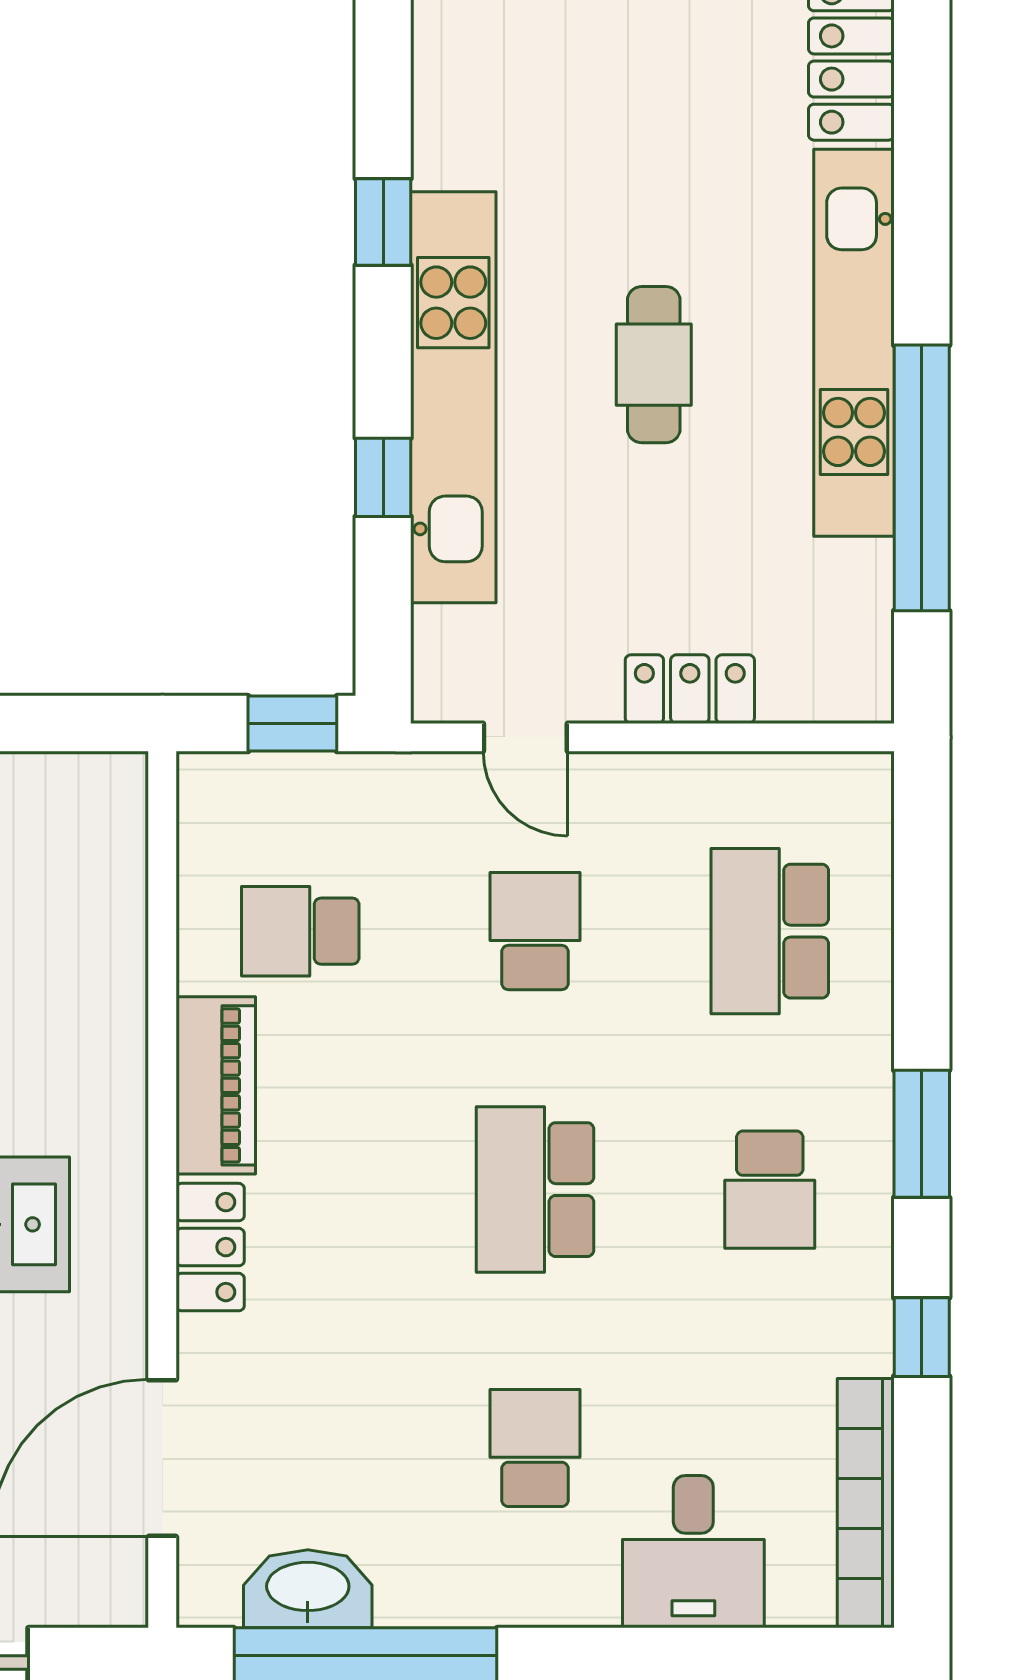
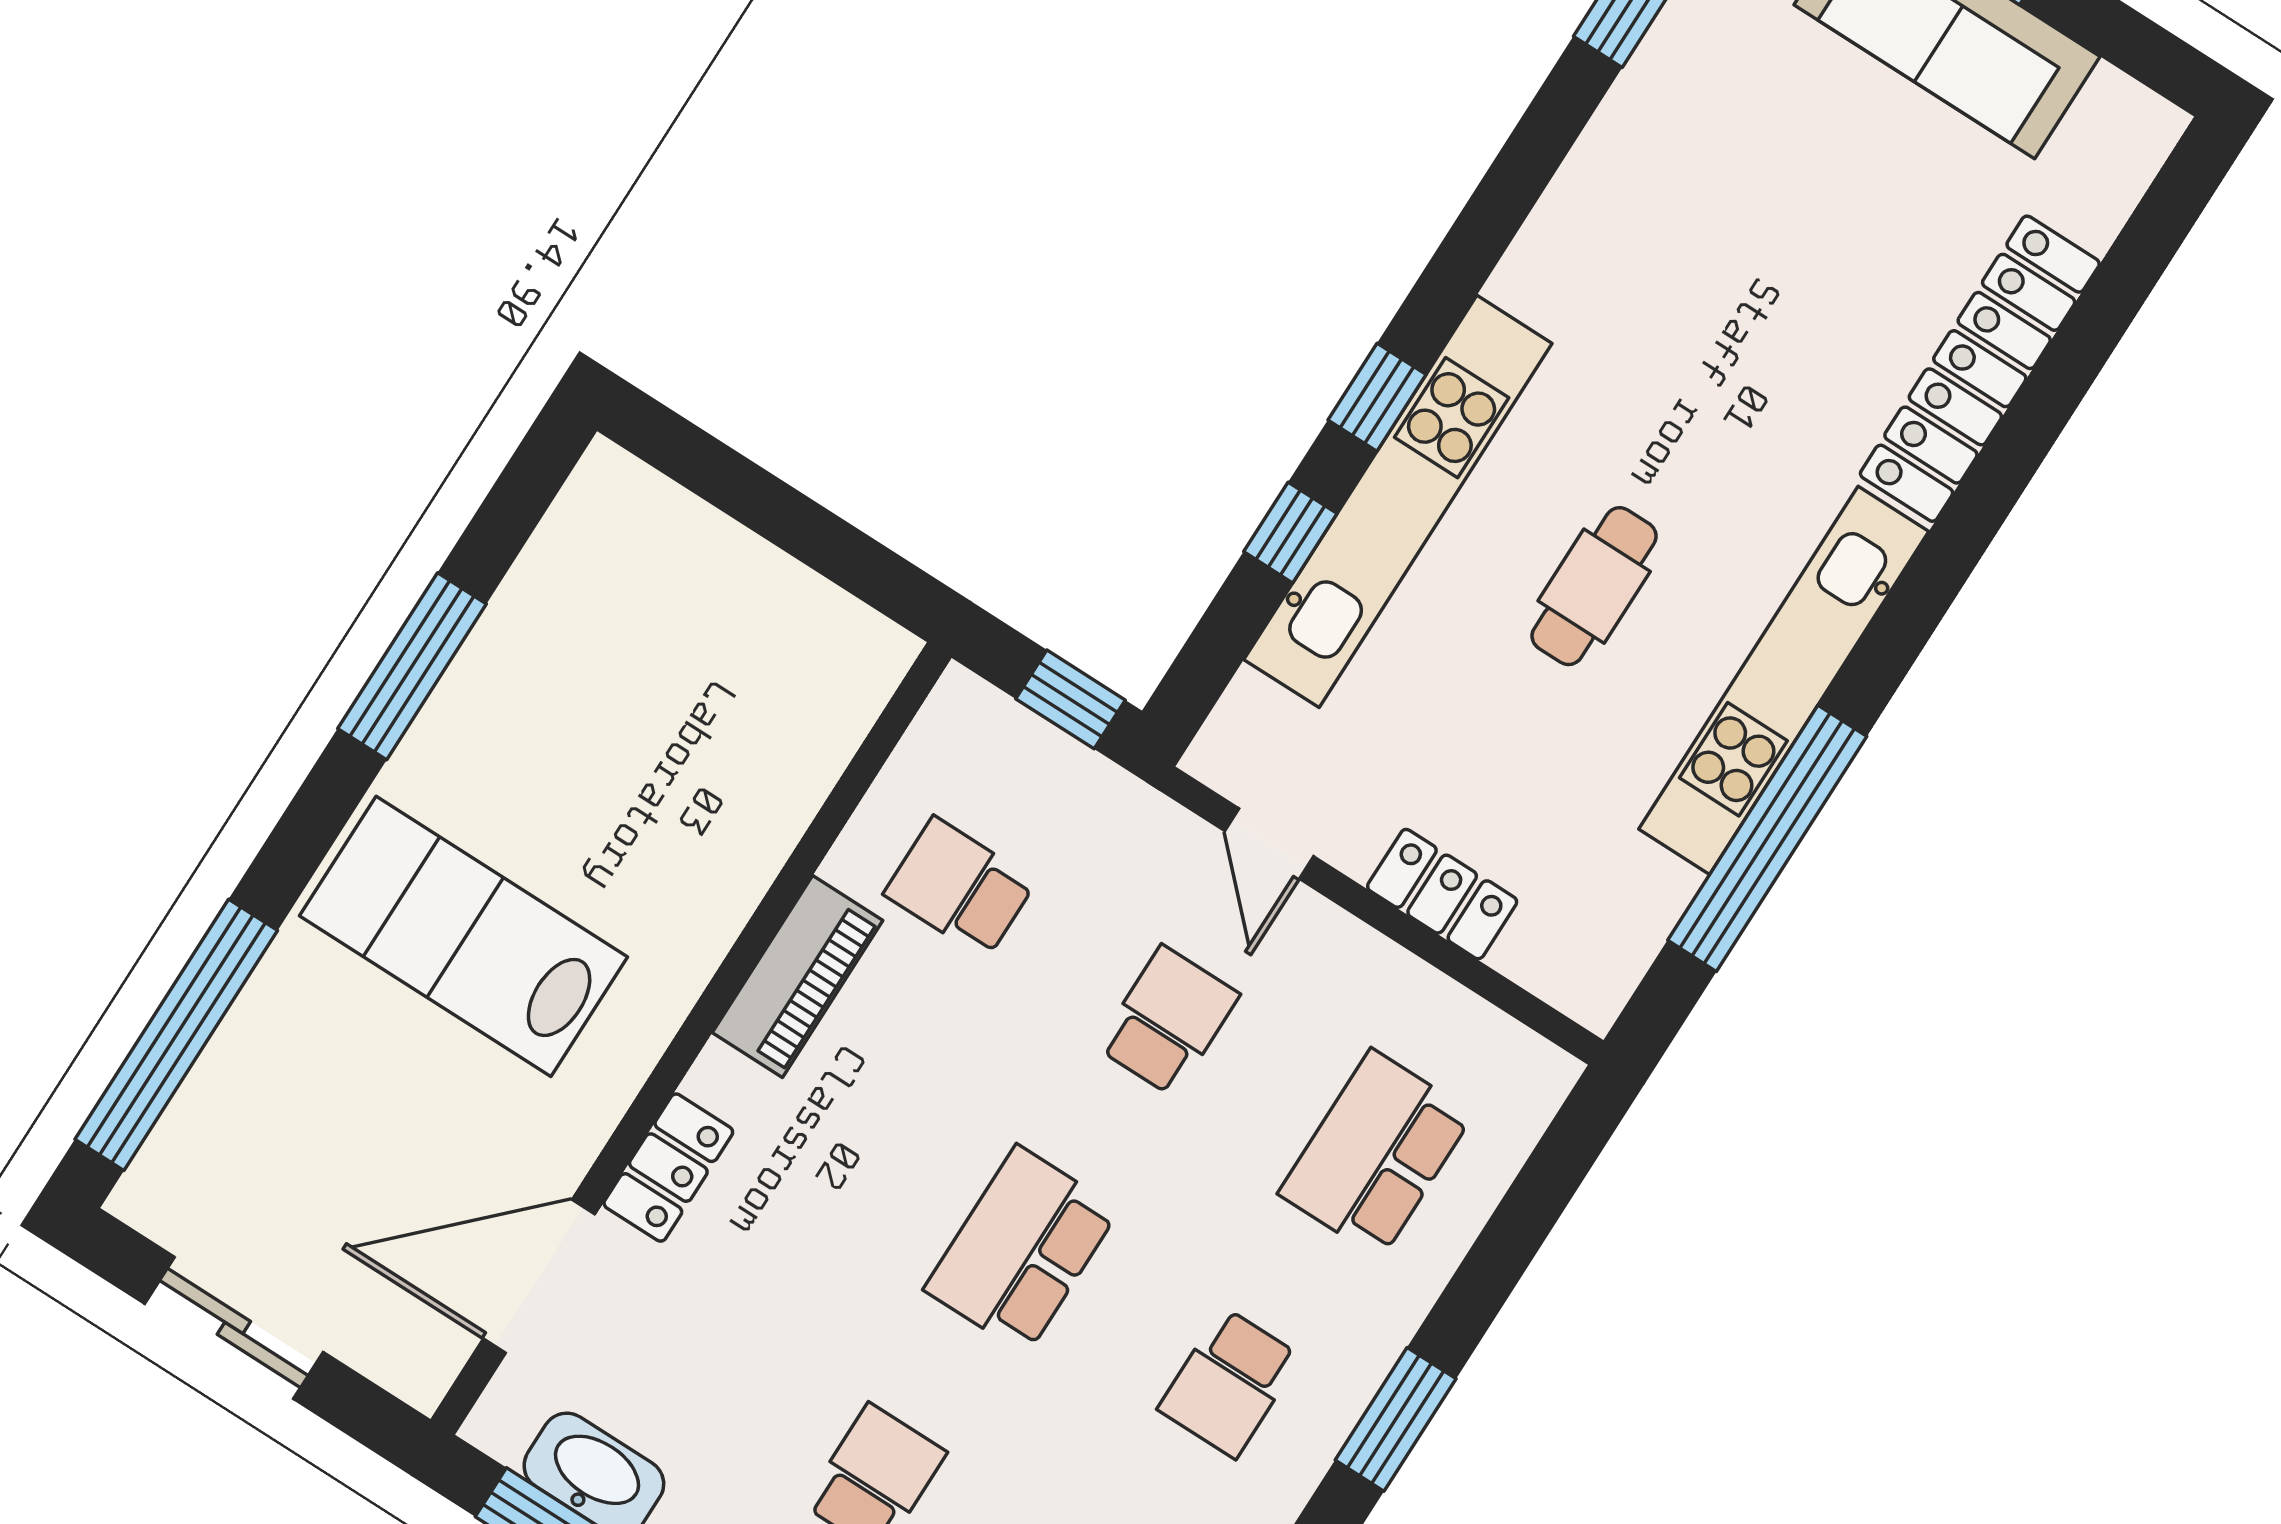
window: (383, 222) -> (1377, 397), moved
locker: (210, 1247) -> (668, 1168), moved

